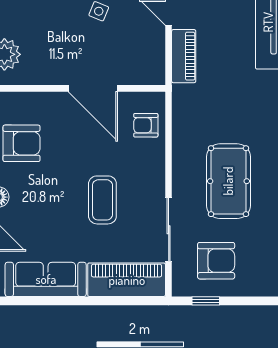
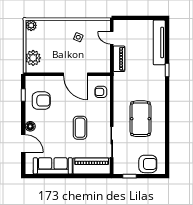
armchair: (216, 261) -> (148, 164), moved

